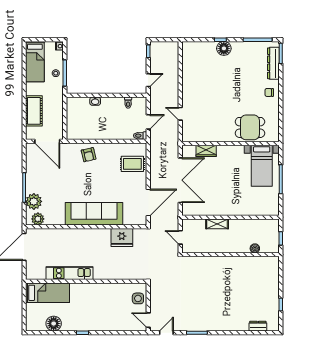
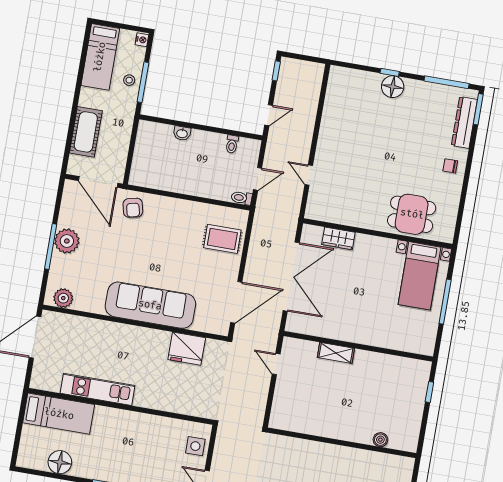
armchair: (89, 155) -> (133, 208), moved
plant: (34, 201) -> (67, 241), moved
boiler: (255, 248) -> (380, 440), moved
wall: (231, 255) -> (342, 443), moved

